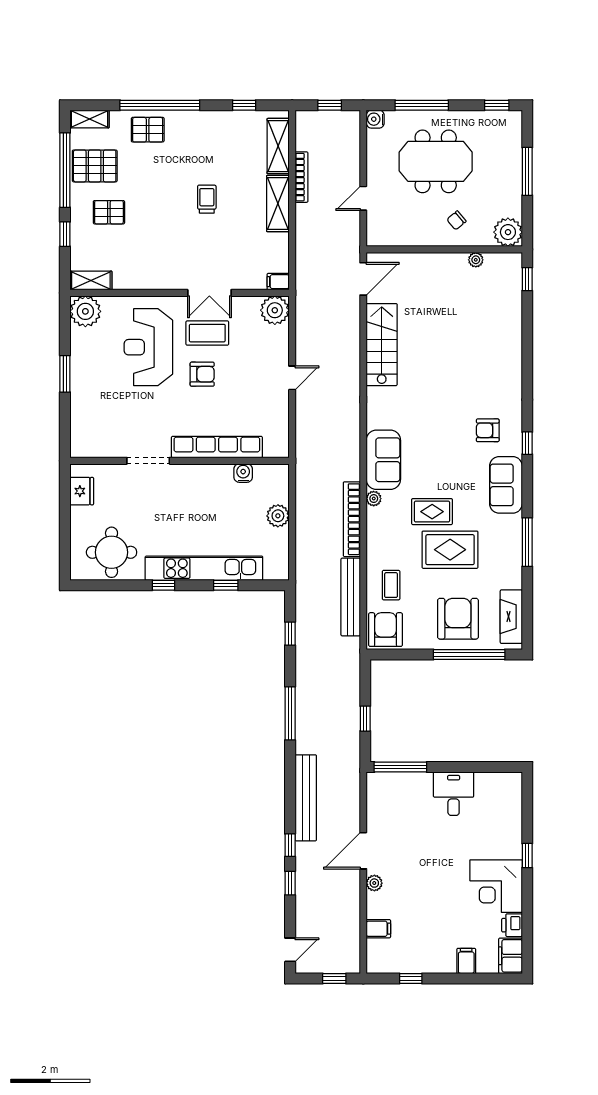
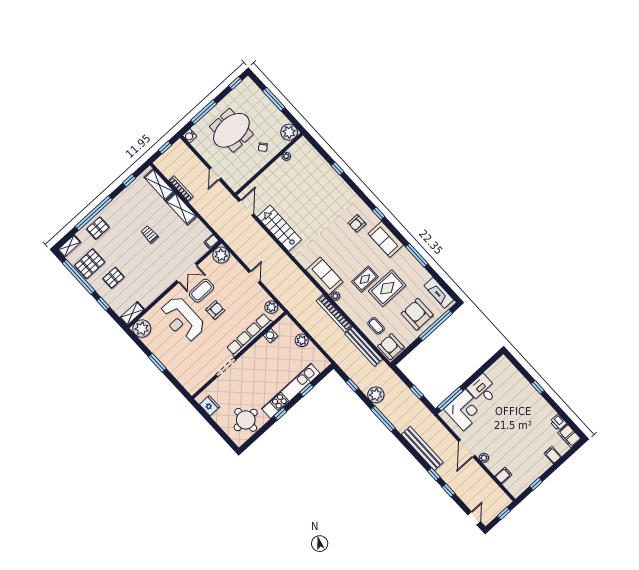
window: (527, 279) -> (337, 169), moved
plant: (278, 437) -> (271, 307), added
plant: (309, 674) -> (376, 395), added
corner desk: (496, 886) -> (464, 410), moved, turned -90

